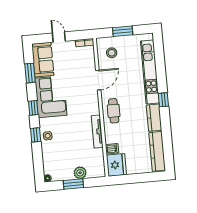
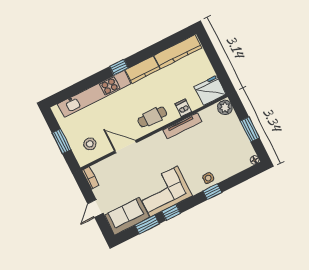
window: (33, 108) -> (171, 212), moved
dishwasher: (112, 149) -> (183, 108), moved
plant: (80, 173) -> (225, 107), moved

